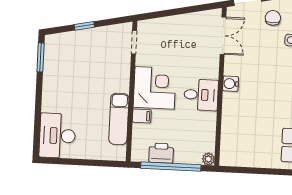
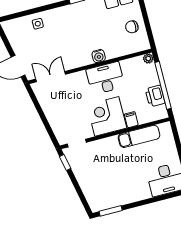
chair: (273, 18) -> (132, 27), moved
window: (84, 26) -> (65, 162), moved
water cooler: (231, 84) -> (99, 56), moved
desk: (201, 95) -> (105, 78), width x1.37

